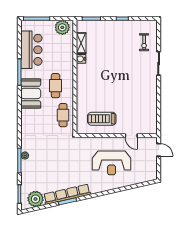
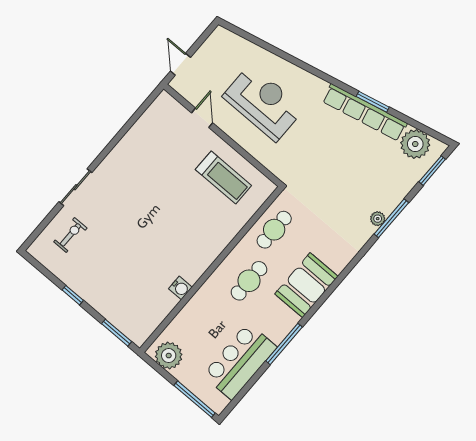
shelving: (81, 43) -> (161, 310), removed
booth: (31, 93) -> (306, 285), moved

